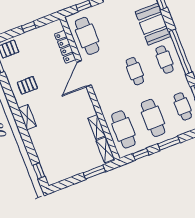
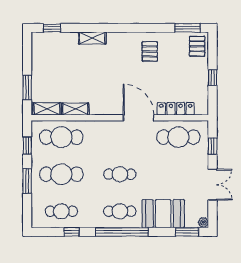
shelving: (27, 117) -> (92, 38), moved

